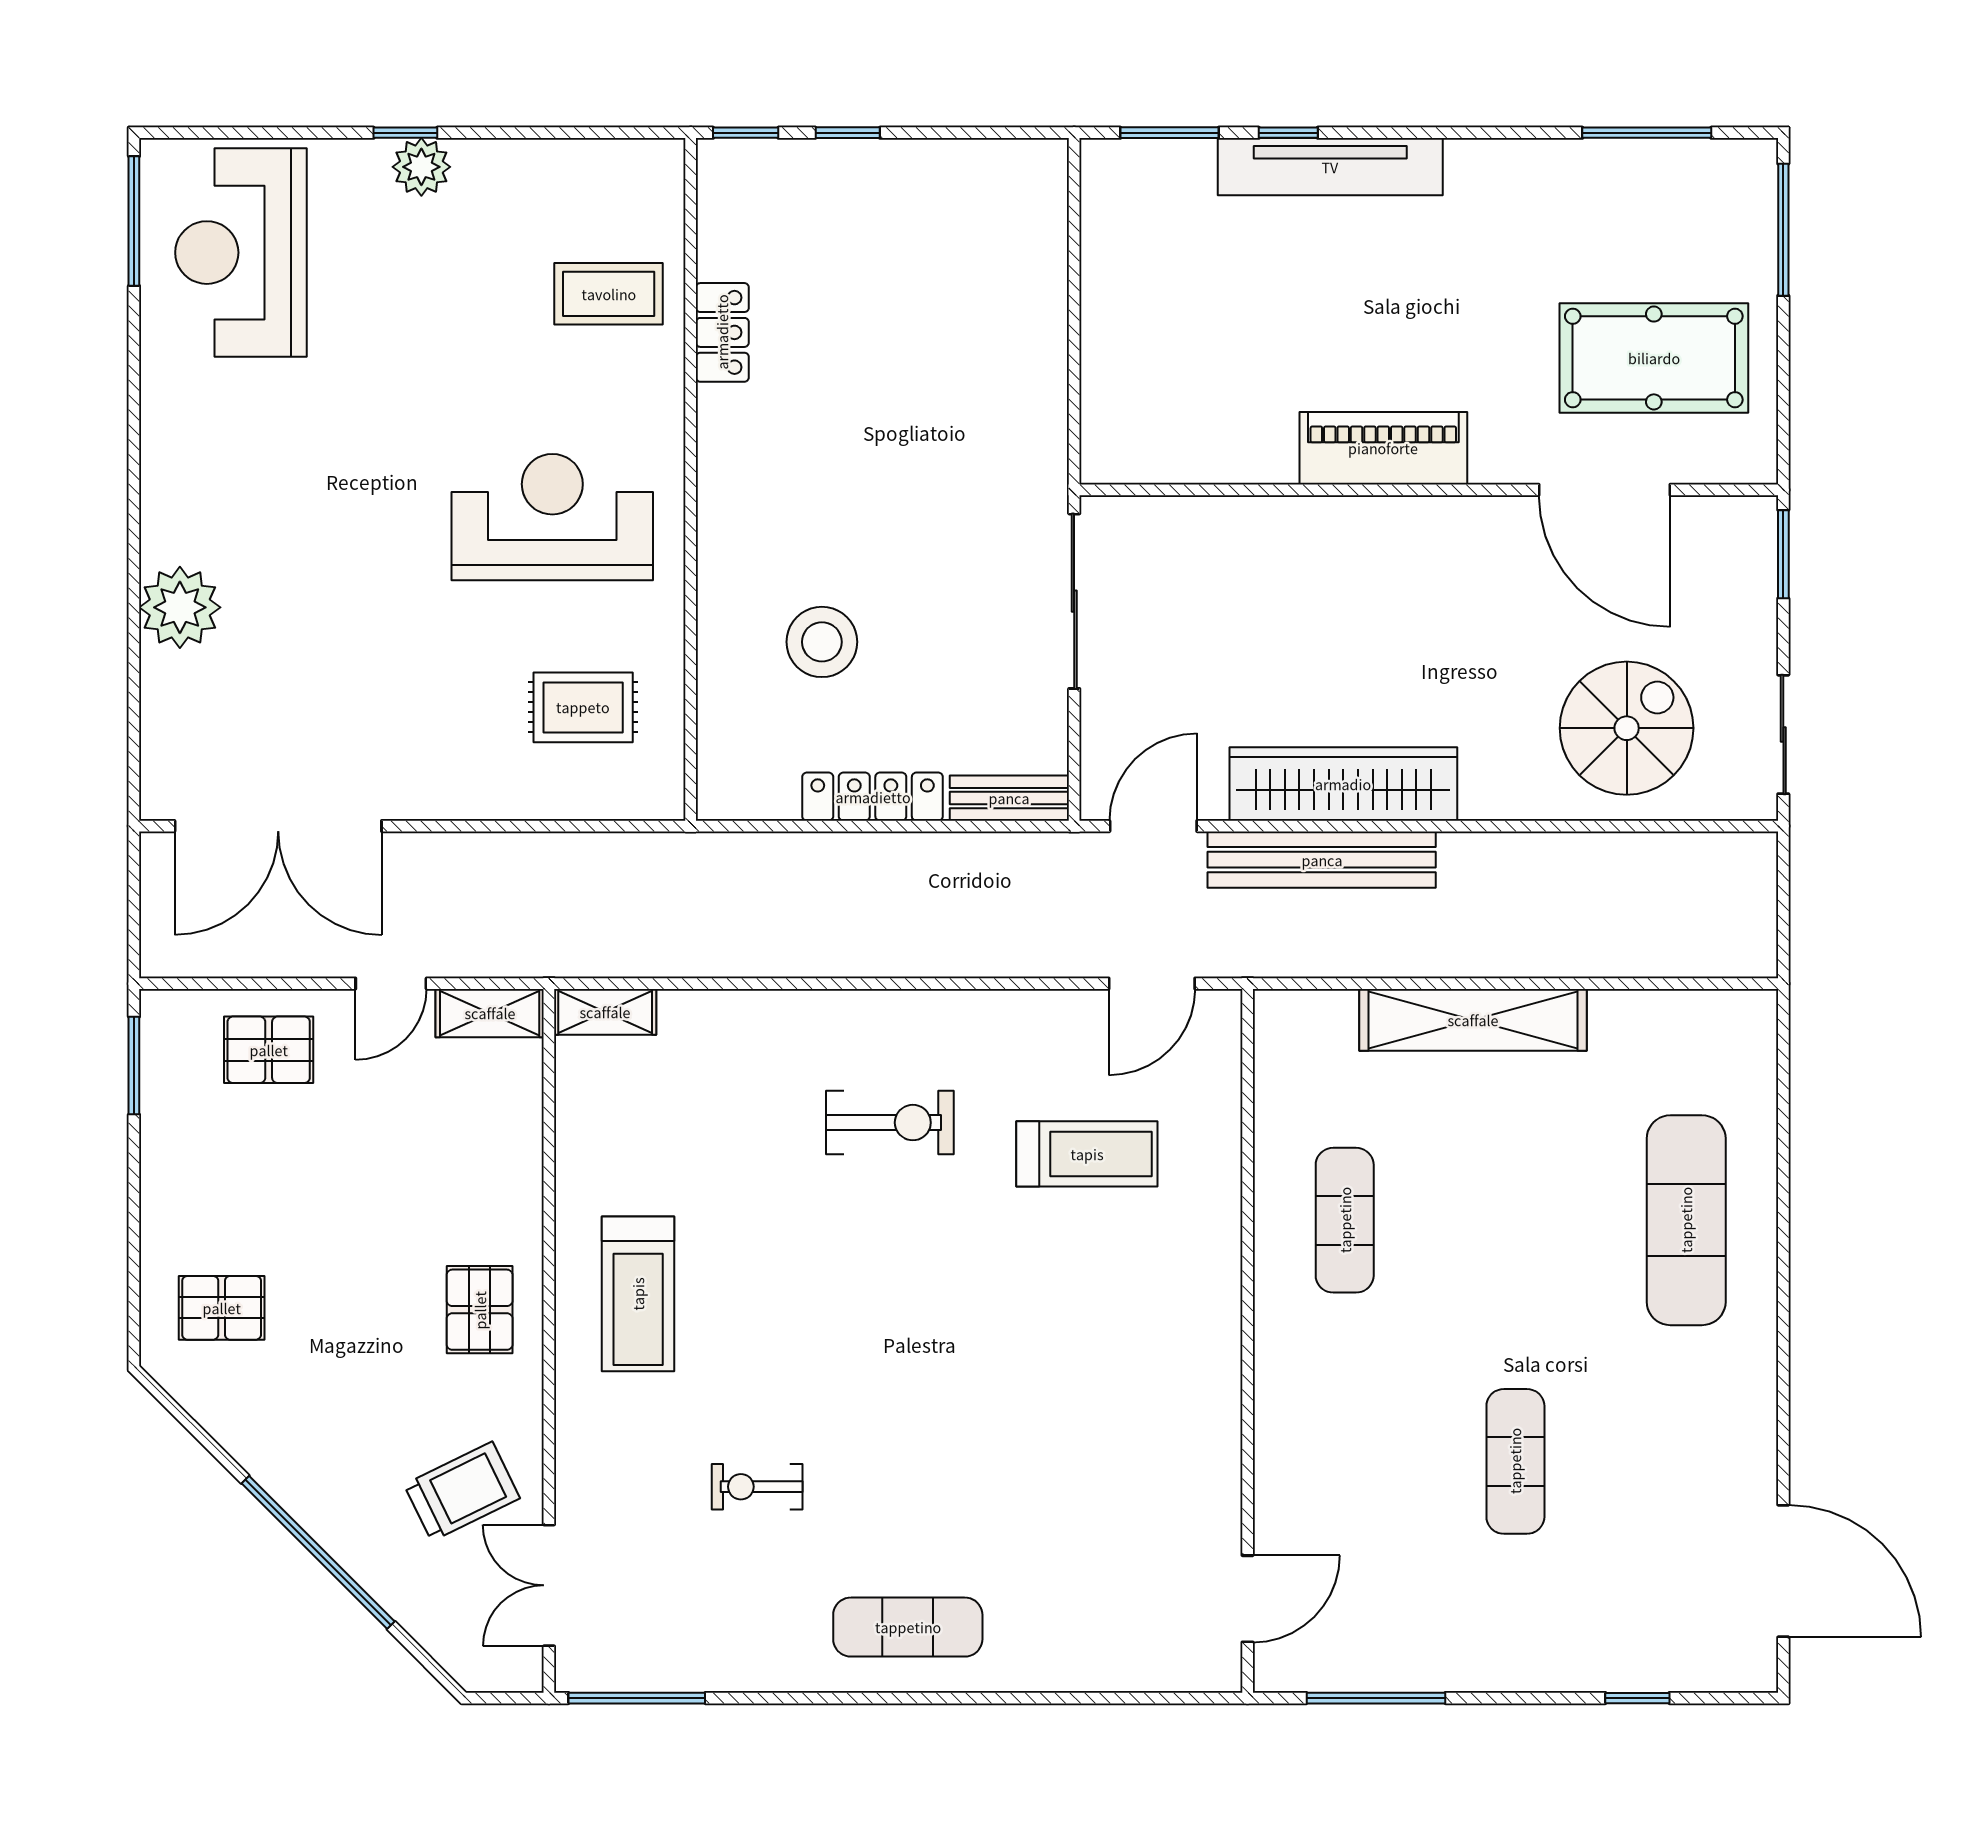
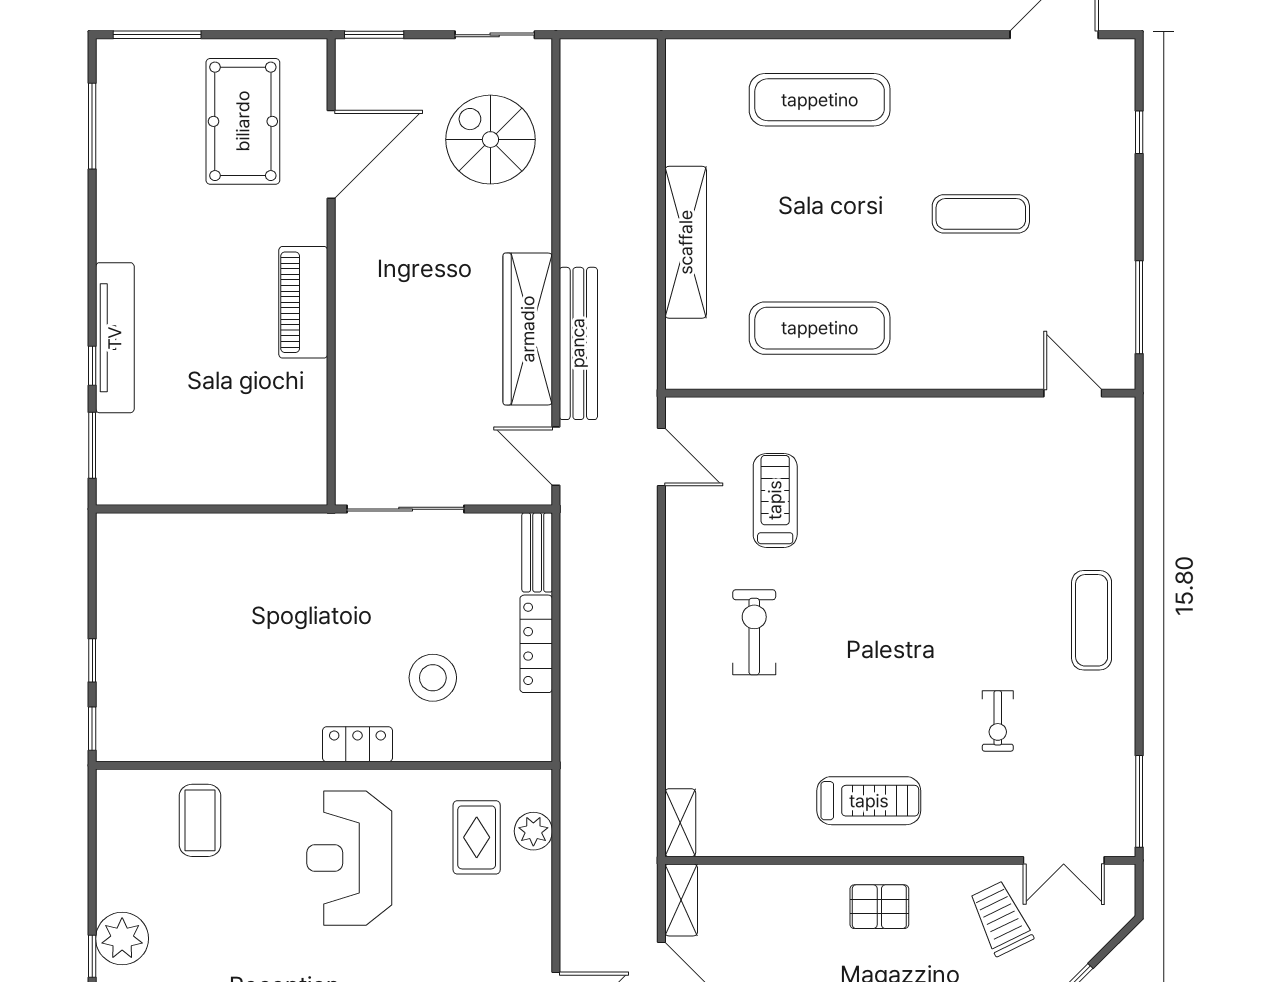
plant: (421, 167) -> (122, 939), width x1.36, depth x1.36
locker: (722, 332) -> (357, 744), moved
plant: (593, 792) -> (533, 831), added
exercise mat: (1345, 1220) -> (820, 328), width x1.36, depth x1.45

